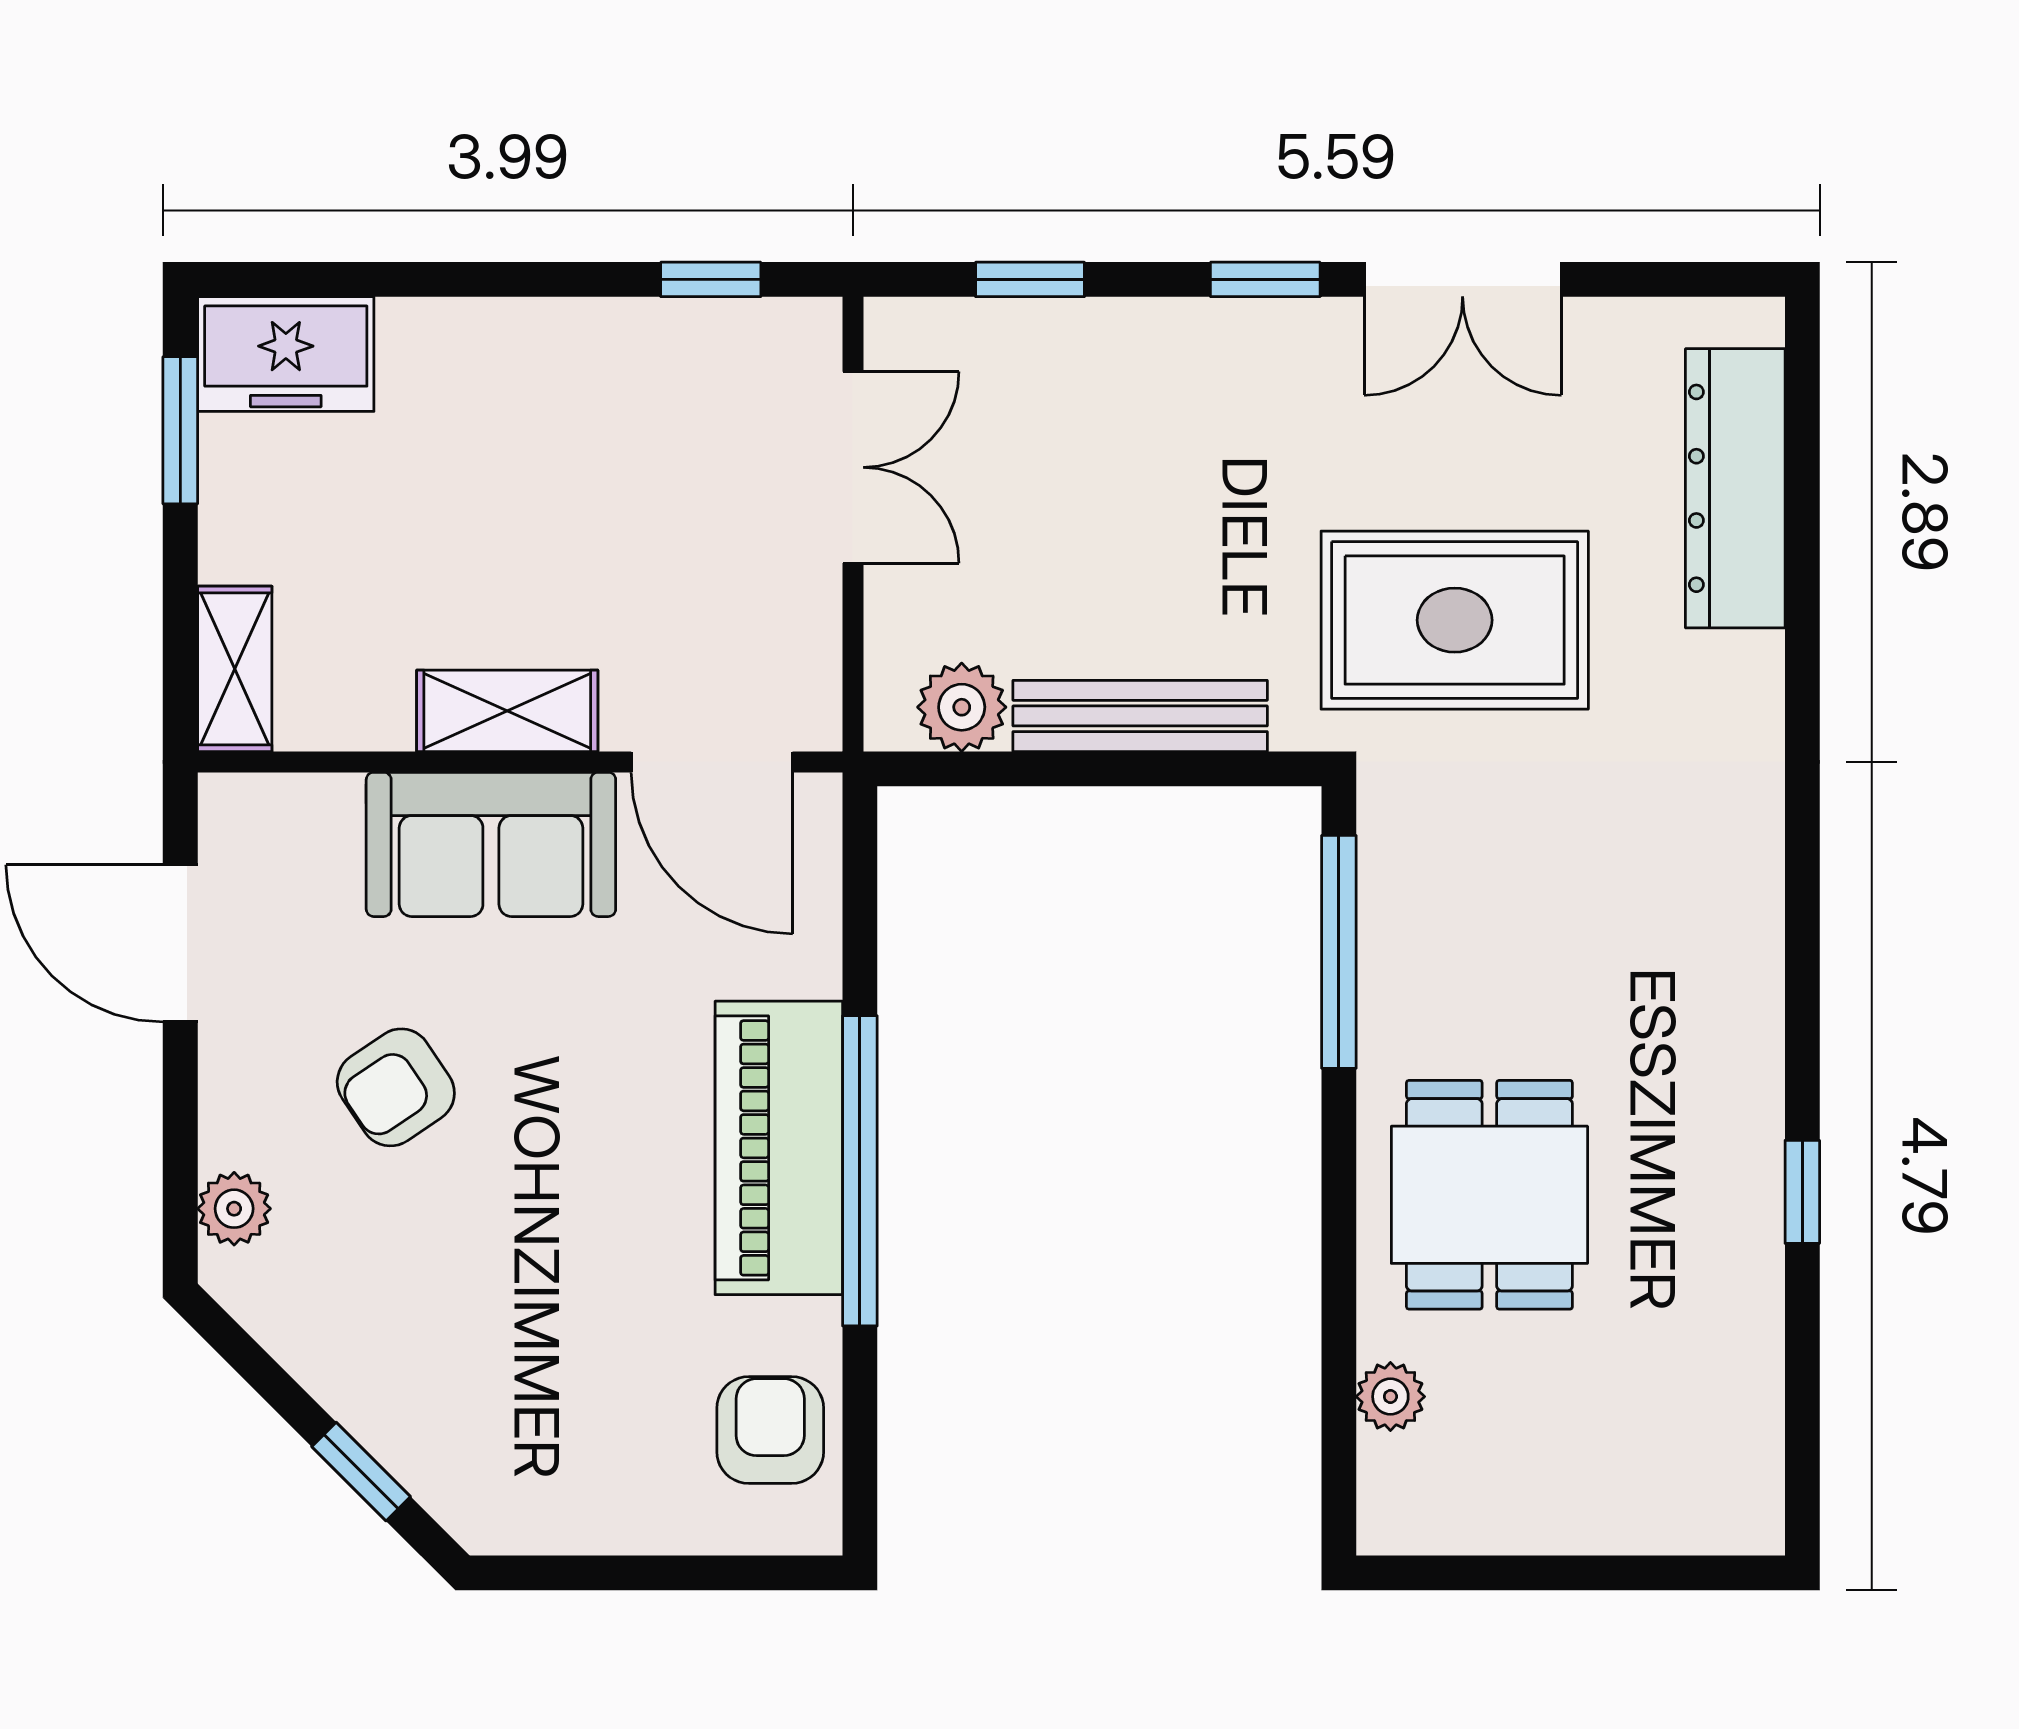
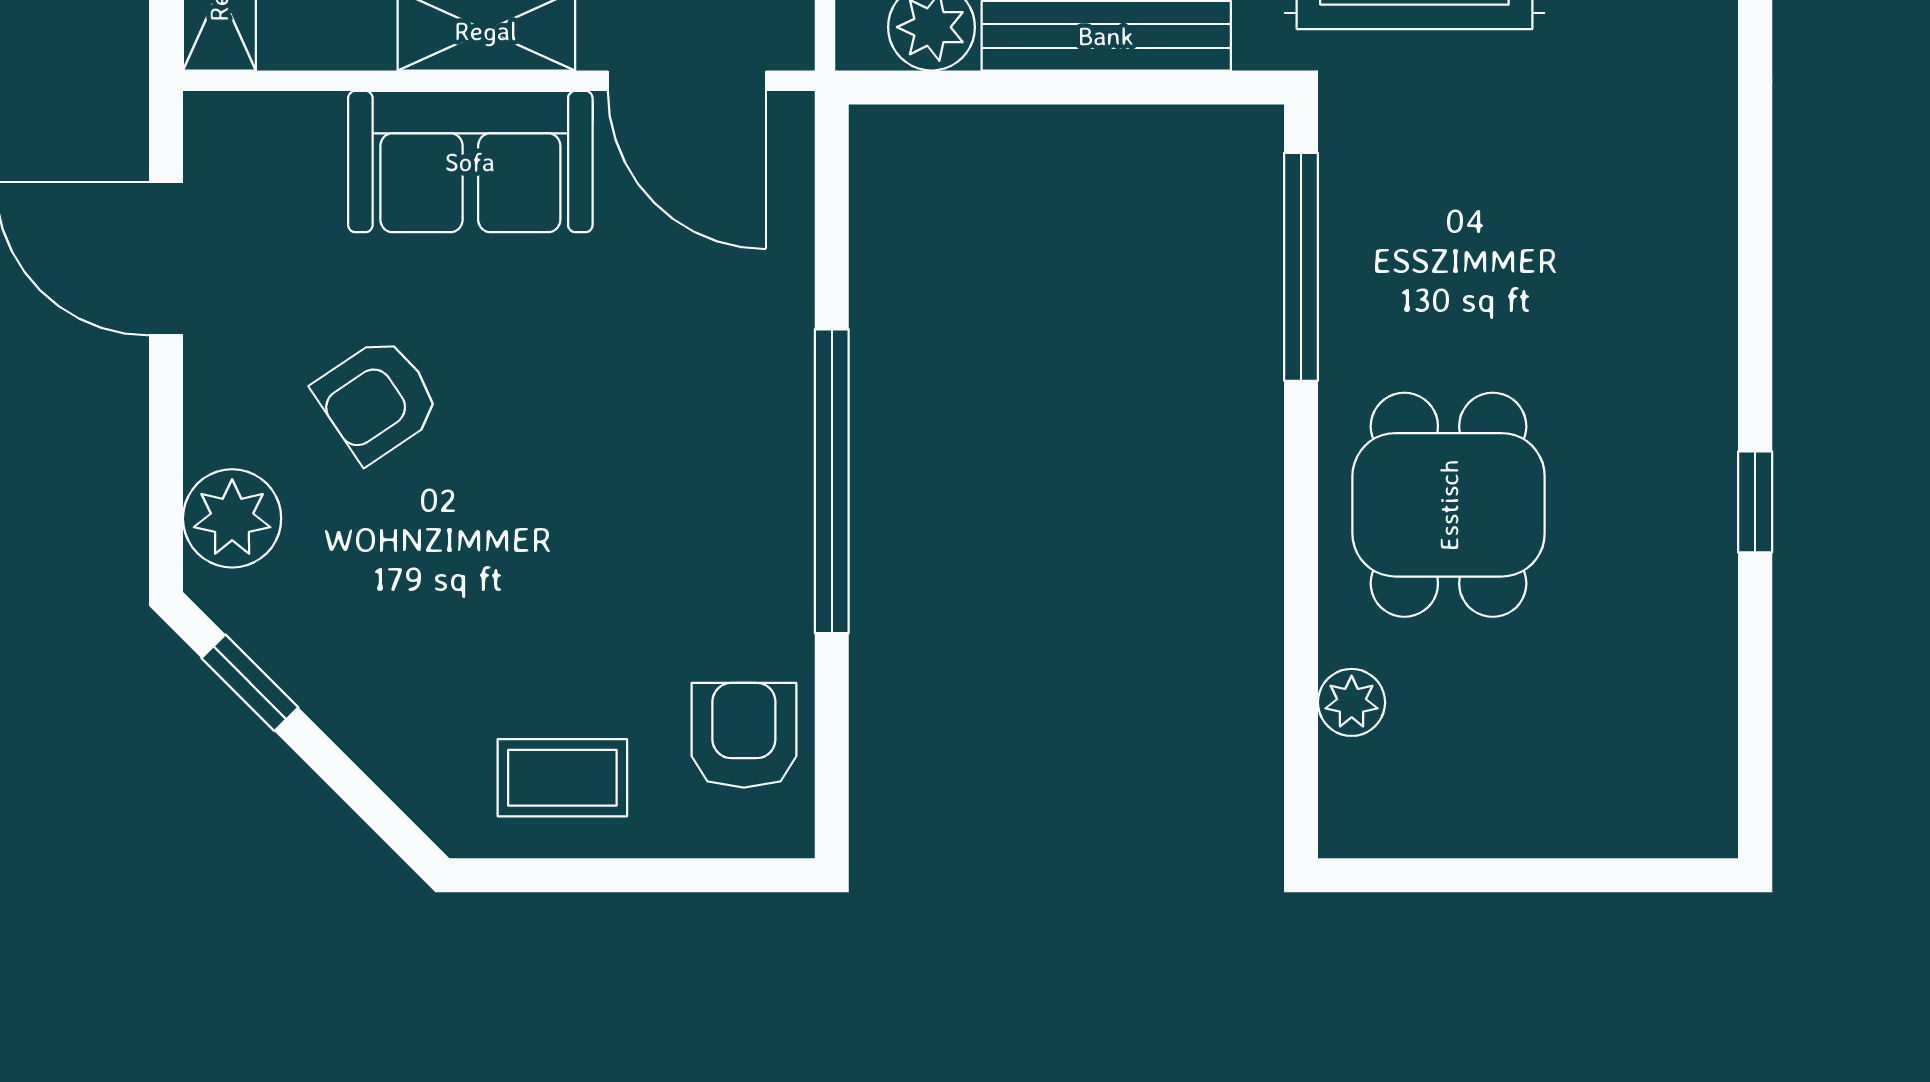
piano: (779, 1148) -> (752, 459), removed
plant: (234, 1209) -> (232, 518), width x1.38, depth x1.38
window: (361, 1472) -> (250, 683), moved
coffee table: (585, 1473) -> (562, 778), added

